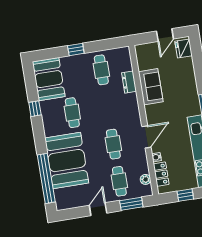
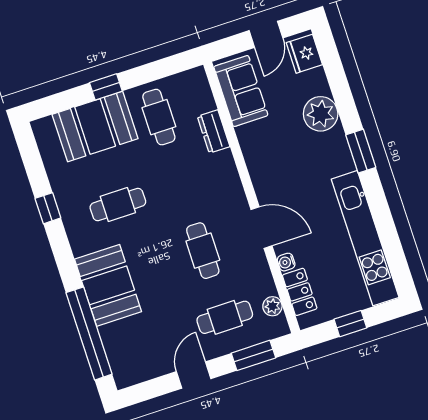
booth: (49, 79) -> (95, 126), moved, turned 90
plant: (187, 82) -> (321, 114), added
sofa: (151, 87) -> (241, 91), moved
cafe table: (72, 113) -> (118, 205), turned 90
door: (146, 137) -> (262, 228), hinge flipped
booth: (67, 161) -> (108, 285), width x0.73, depth x0.70
cafe table: (119, 181) -> (225, 317), turned 90

